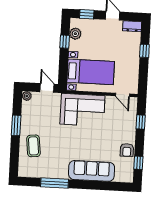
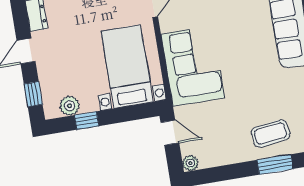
door: (47, 88) -> (170, 133), swing flipped
window: (16, 125) -> (275, 164), moved

